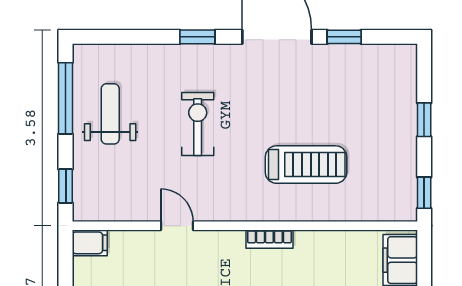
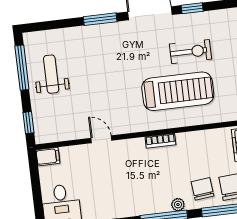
window: (197, 37) -> (100, 19), width x1.50
exercise bike: (198, 124) -> (190, 52), moved, turned 90
treadmill: (306, 165) -> (178, 91), width x1.37, depth x1.38

